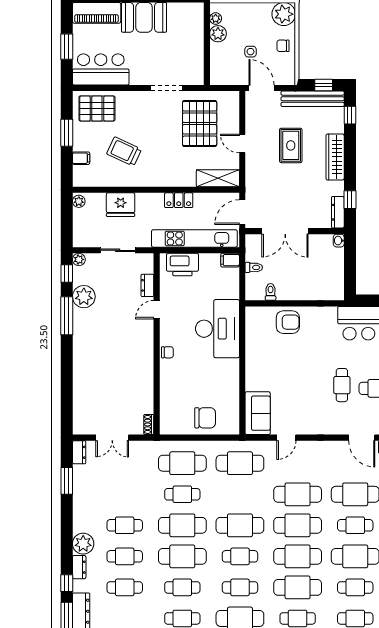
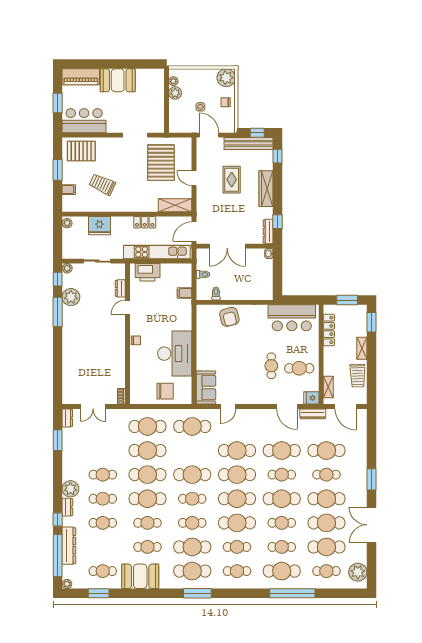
filing cabinet: (230, 260) -> (185, 293), moved
armchair: (288, 322) -> (229, 317), turned 76
desk: (217, 329) -> (175, 354), moved
cafe table: (182, 494) -> (147, 451), width x1.37, depth x1.35

